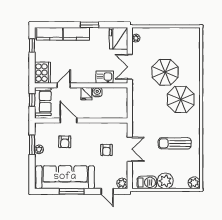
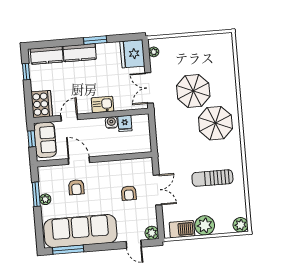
kitchen sink: (105, 77) -> (103, 105), moved
fridge: (86, 94) -> (125, 123), moved
window: (72, 191) -> (68, 250), moved

